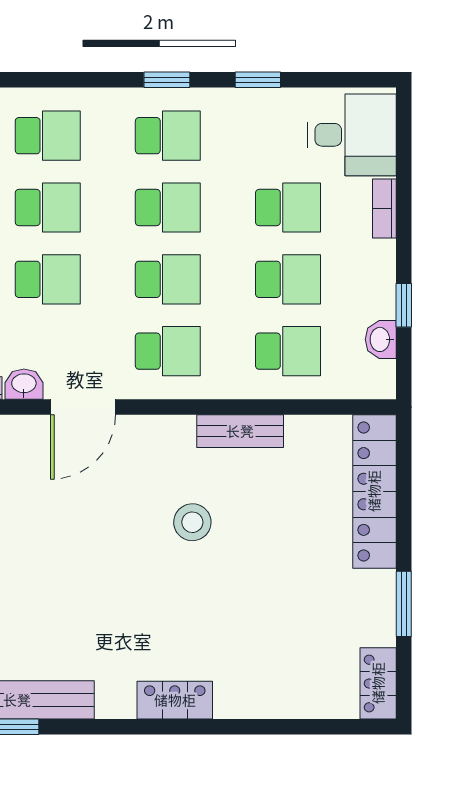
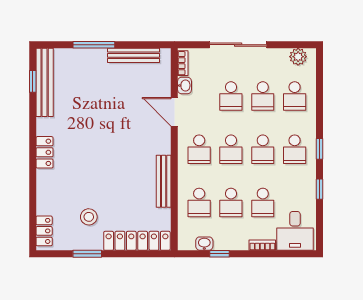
bench: (240, 431) -> (164, 181), width x1.36
stool: (192, 522) -> (89, 217), moved
locker: (378, 683) -> (44, 231), moved, turned 90

